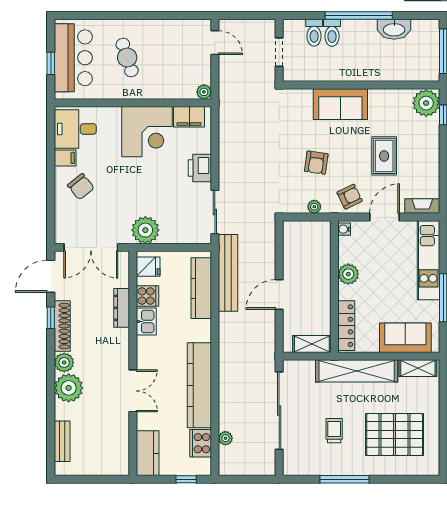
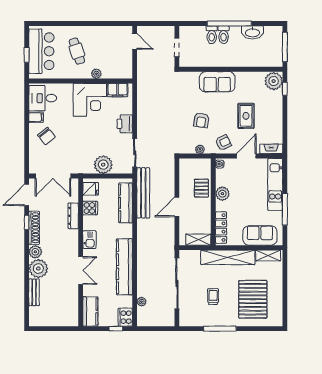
toilet: (314, 33) -> (224, 35), moved
plant: (204, 92) -> (96, 74), moved
plant: (145, 230) -> (103, 165), moved
pallet: (316, 266) -> (201, 188), added
kitchen sink: (146, 322) -> (89, 240), moved
pallet: (395, 435) -> (253, 299), turned 90
bench: (62, 441) -> (34, 292), moved
cooker: (201, 443) -> (125, 317), moved

